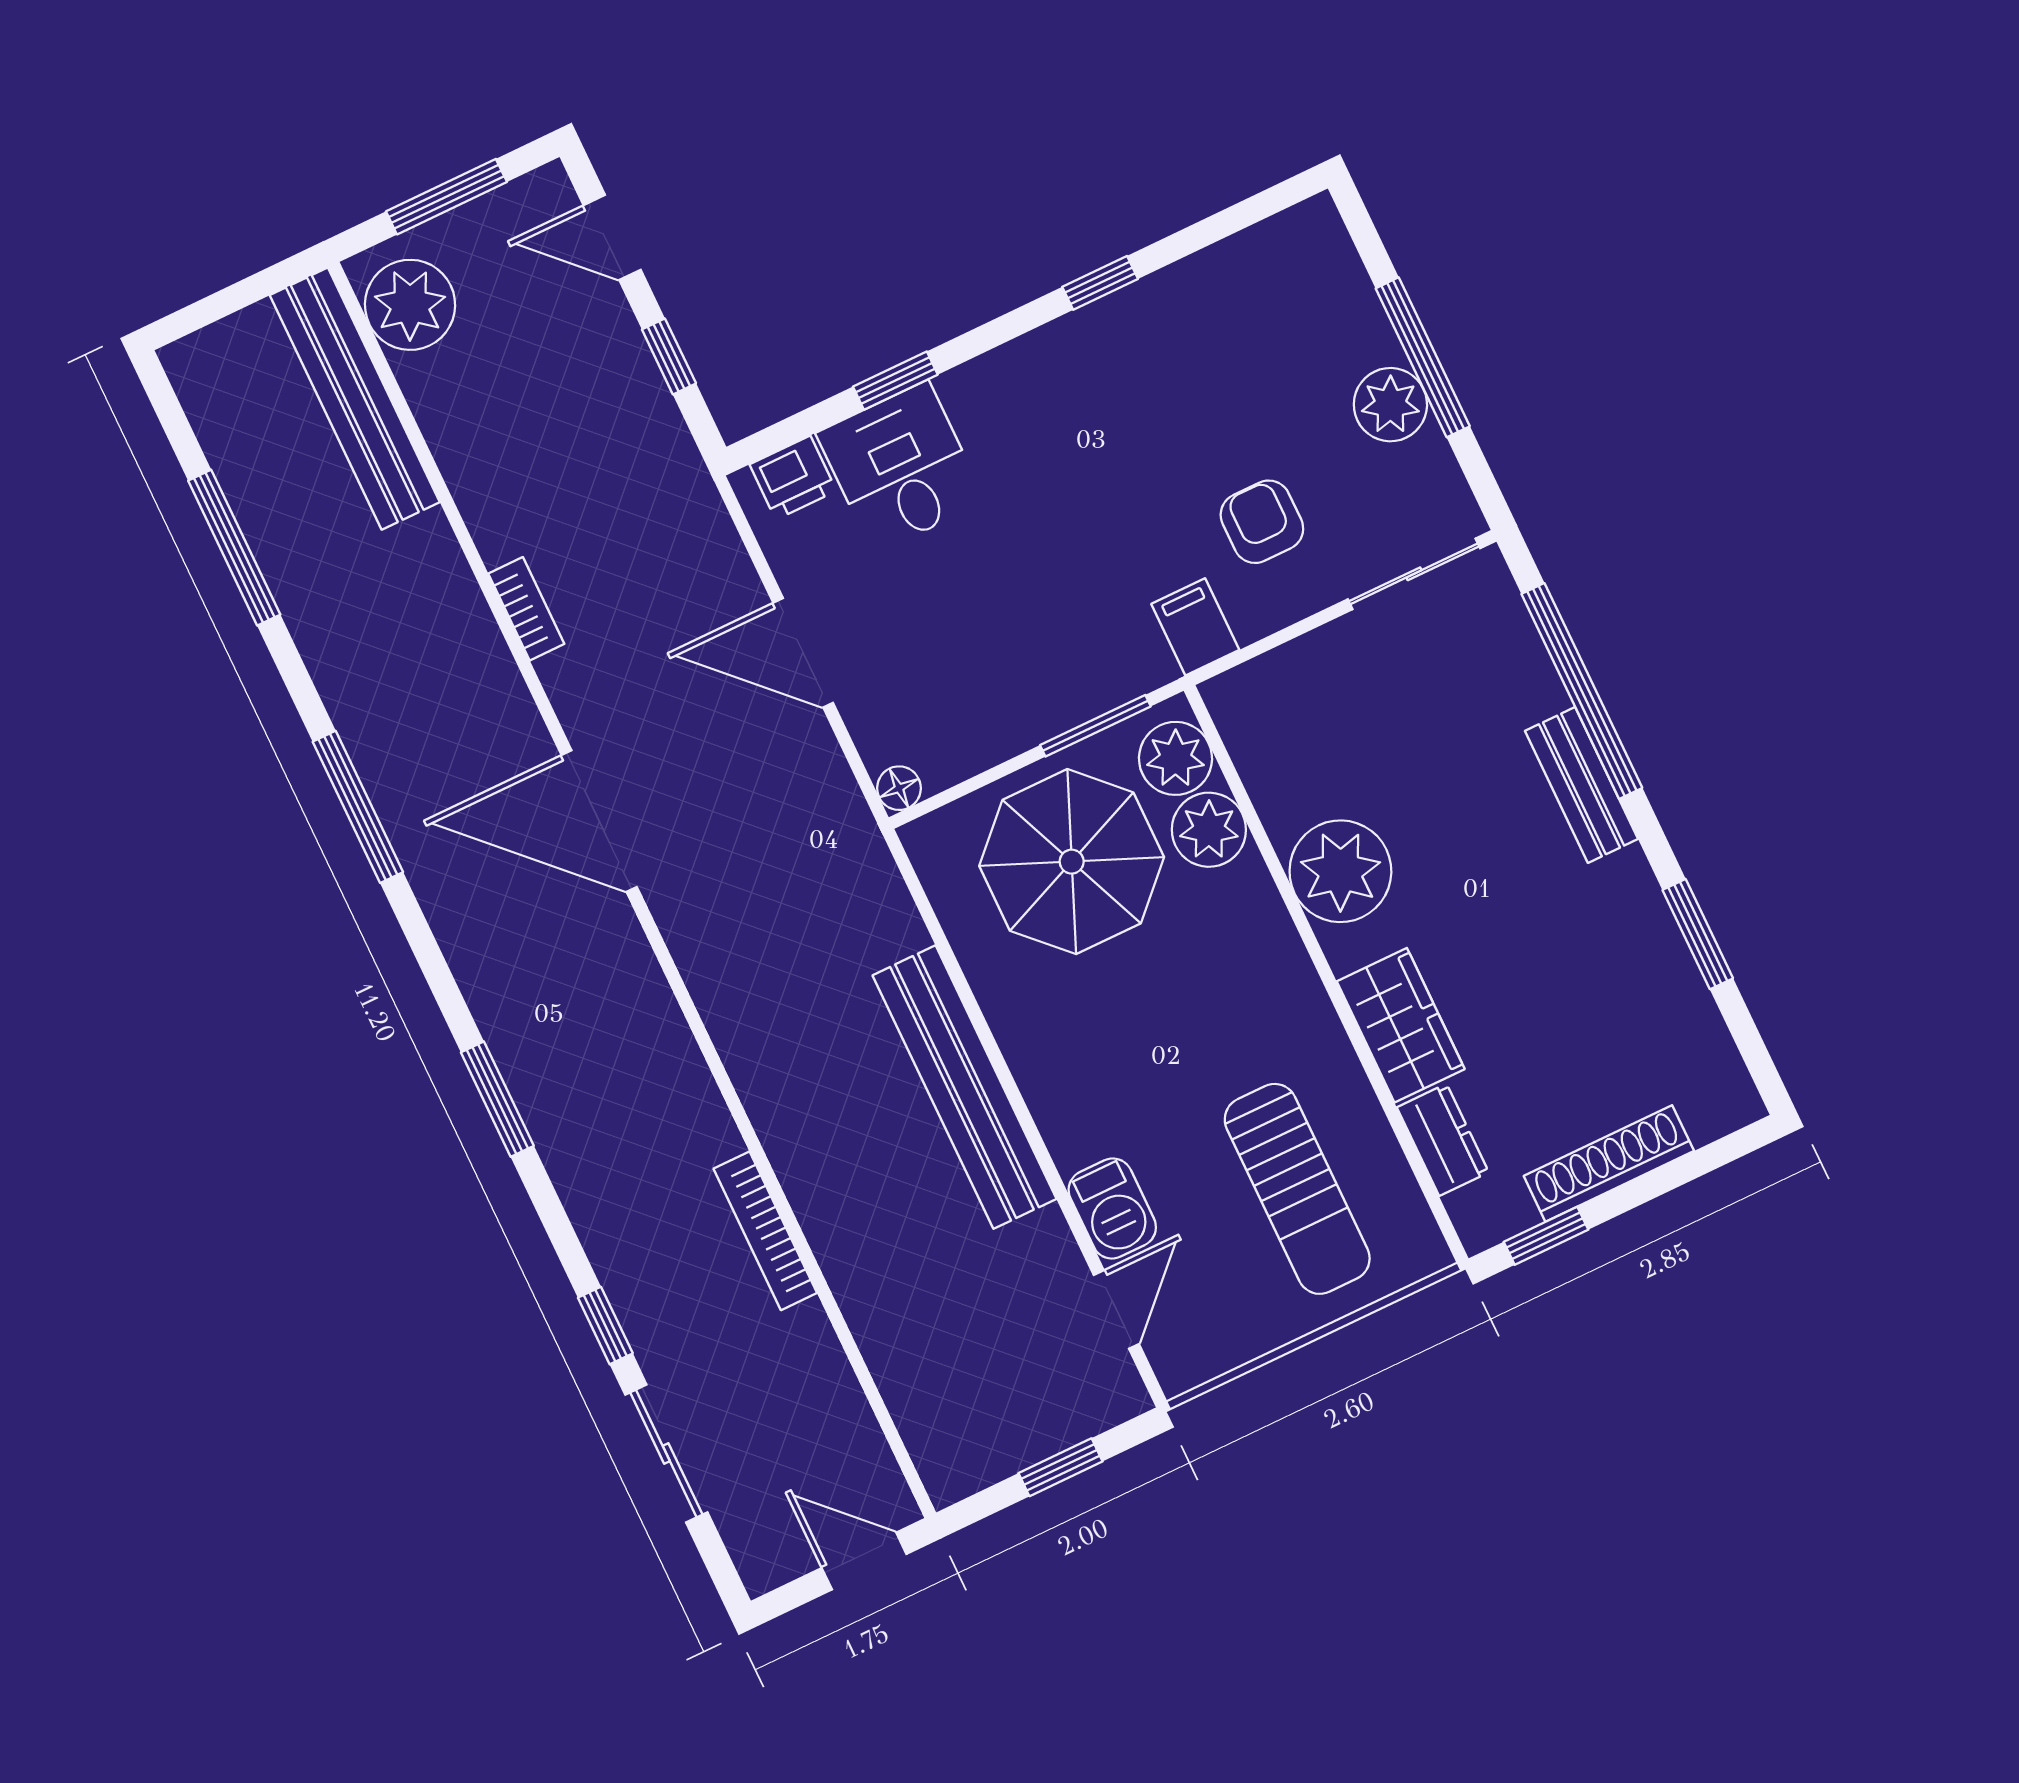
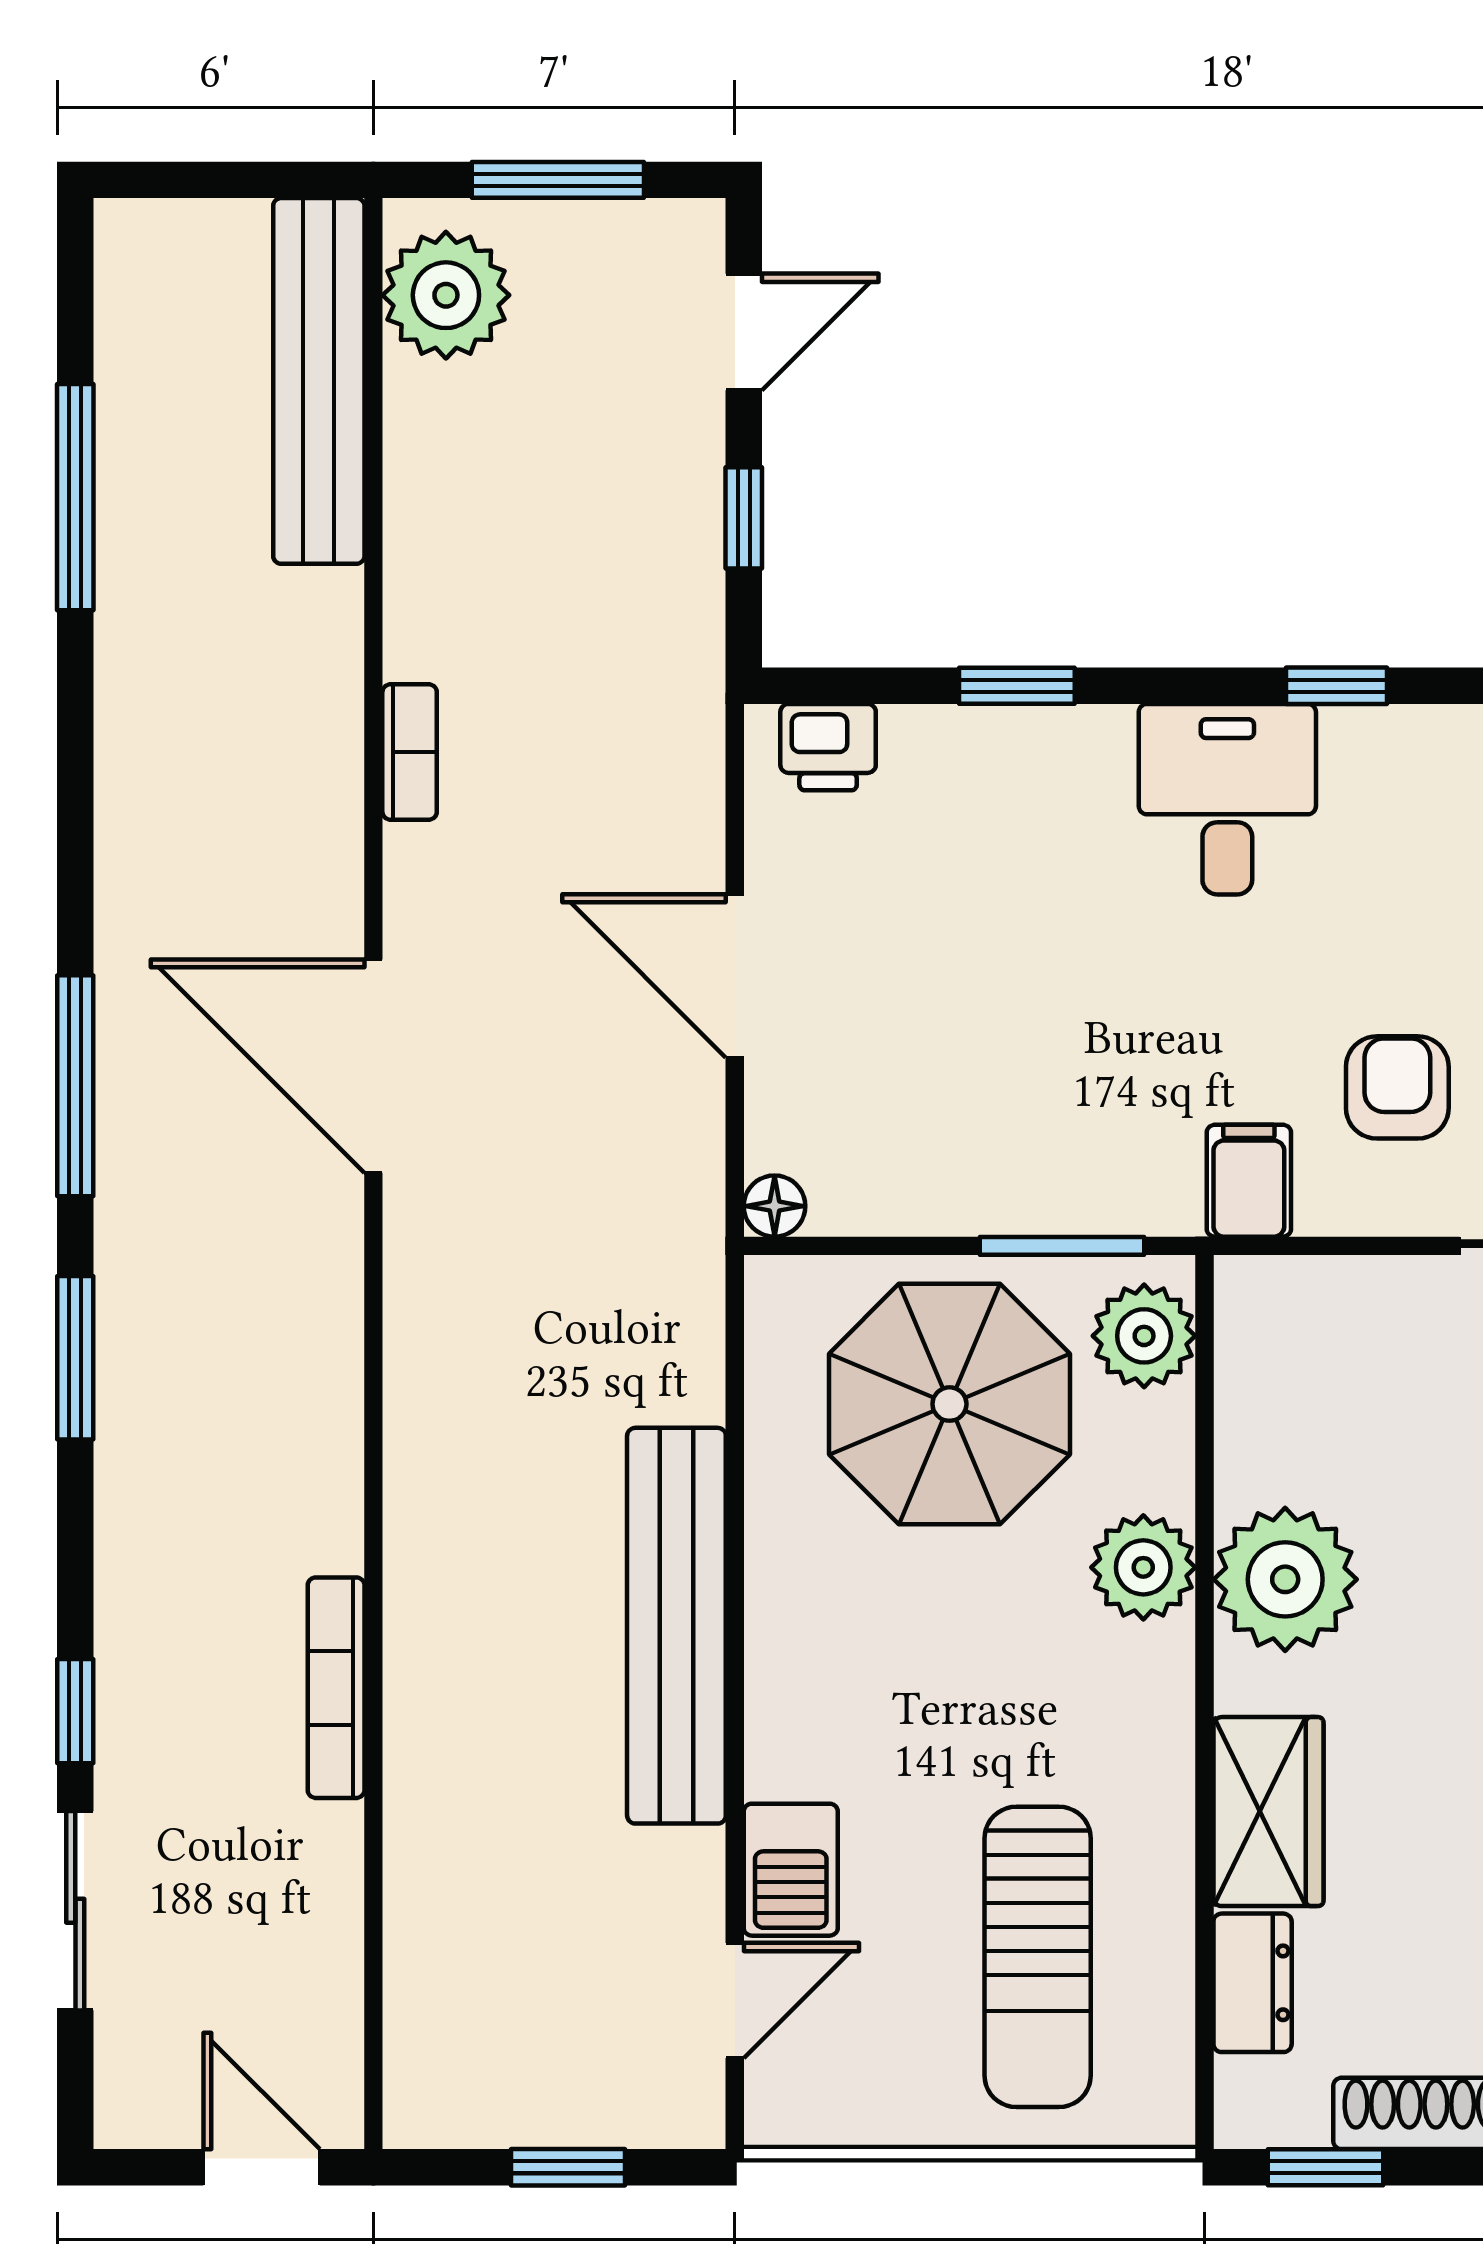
door: (612, 237) -> (744, 332), swing flipped
desk: (901, 467) -> (1227, 799), moved
window: (358, 807) -> (75, 1086), moved
plant: (1209, 830) -> (1143, 1567), moved

